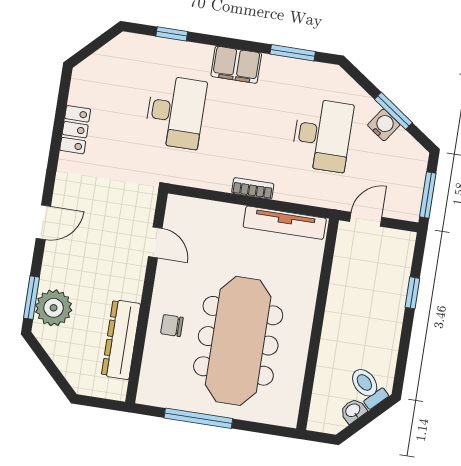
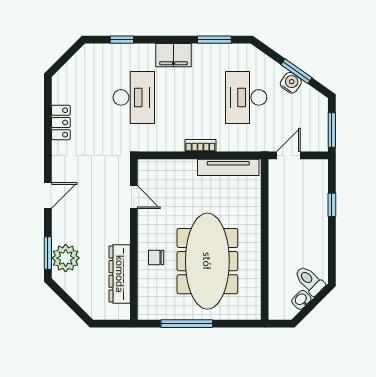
desk: (322, 135) -> (246, 97), turned 180

